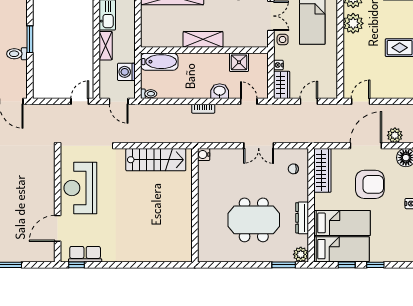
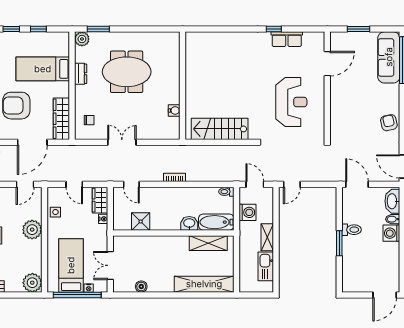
plant: (353, 23) -> (32, 230), moved
shelving: (203, 39) -> (208, 243), moved
side table: (283, 40) -> (55, 212), moved
washbasin: (220, 91) -> (189, 223), moved, turned 180
door: (309, 101) -> (74, 184), hinge flipped
door: (366, 146) -> (32, 142), moved
water cooler: (204, 155) -> (174, 110), moved
wall: (58, 205) -> (327, 86), moved
dresser: (302, 218) -> (81, 74), width x0.70
door: (58, 228) -> (327, 64), moved
bed: (342, 249) -> (43, 44), removed
window: (76, 265) -> (274, 29), moved

